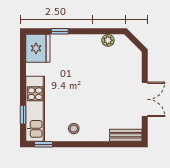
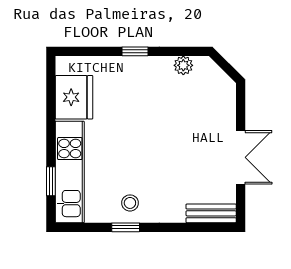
window: (60, 31) -> (135, 51), moved
fridge: (38, 48) -> (74, 97), moved
window: (44, 144) -> (126, 227), moved

